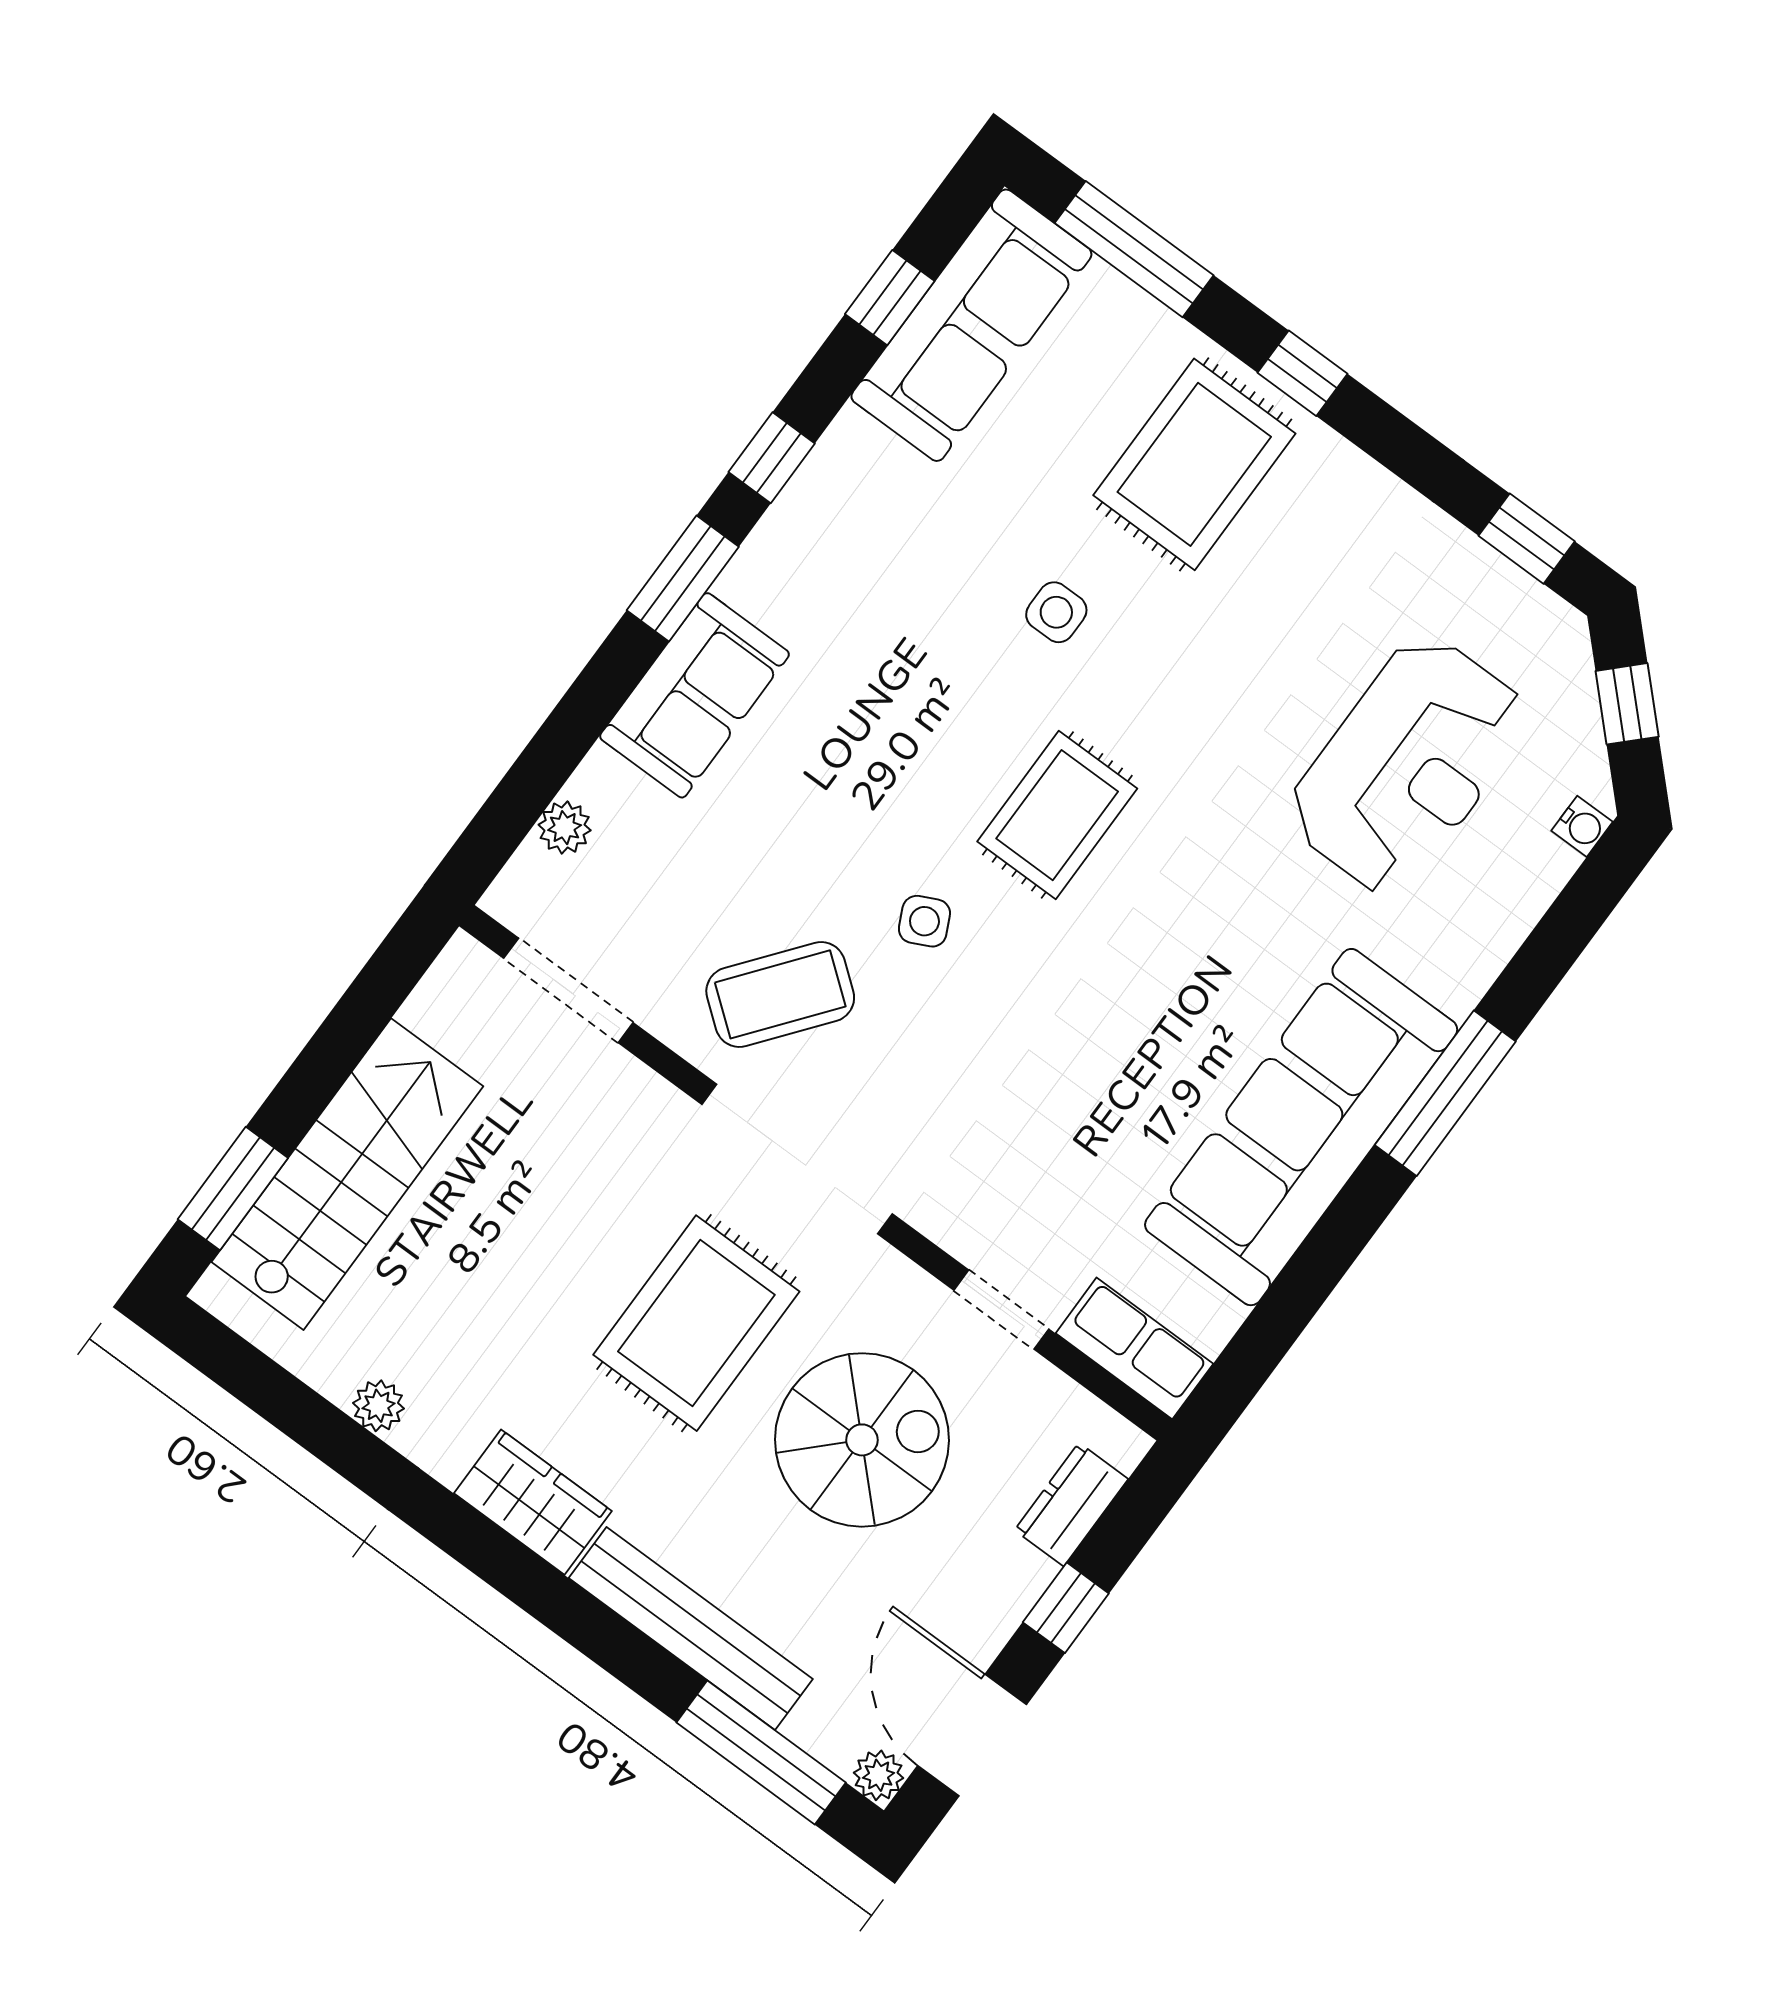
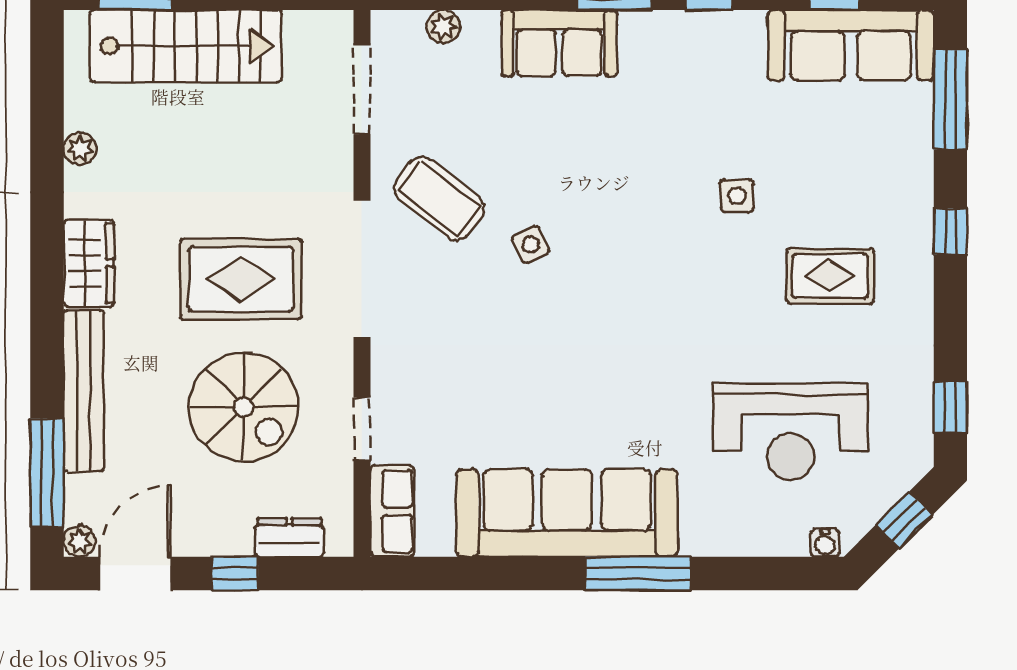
rug: (1194, 464) -> (830, 276), moved, width x0.73, depth x0.70
rug: (1057, 815) -> (634, 272), removed

